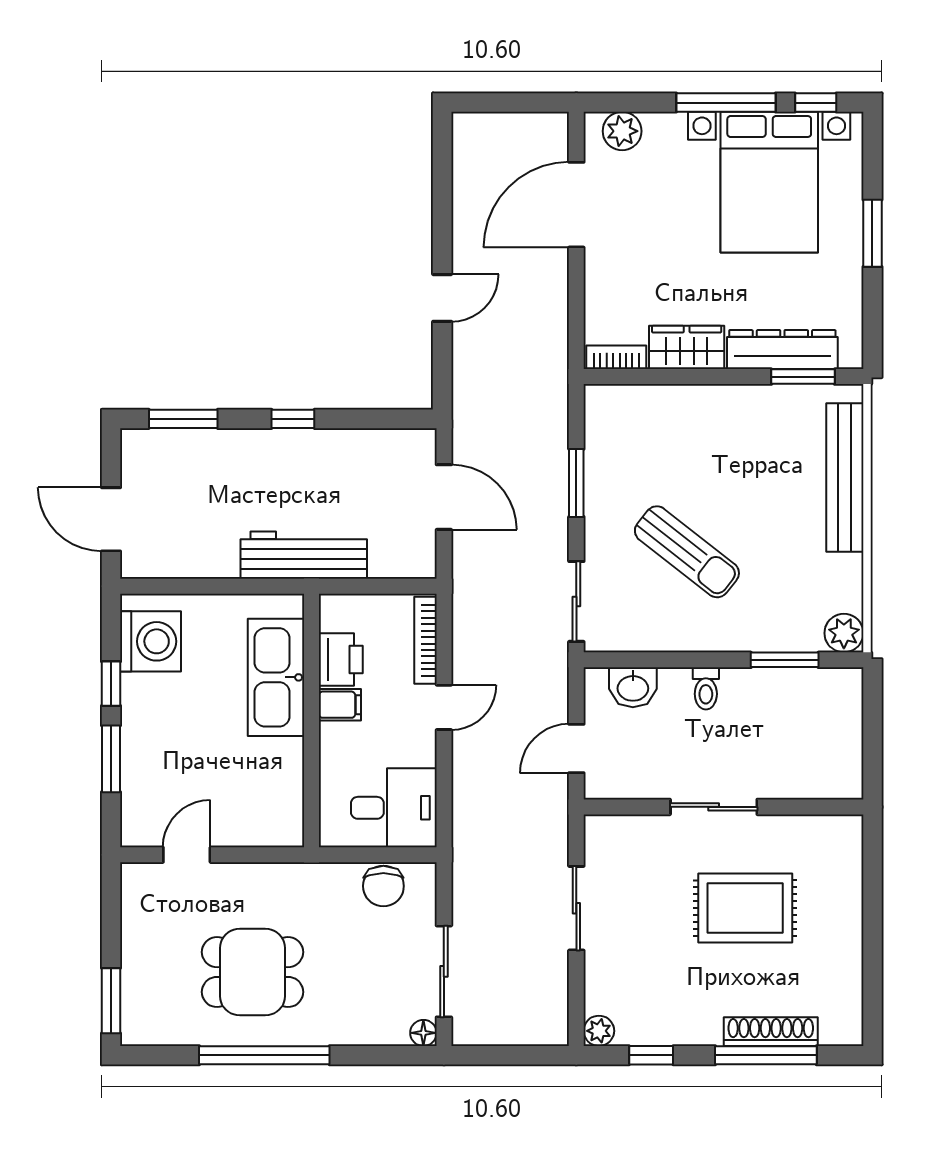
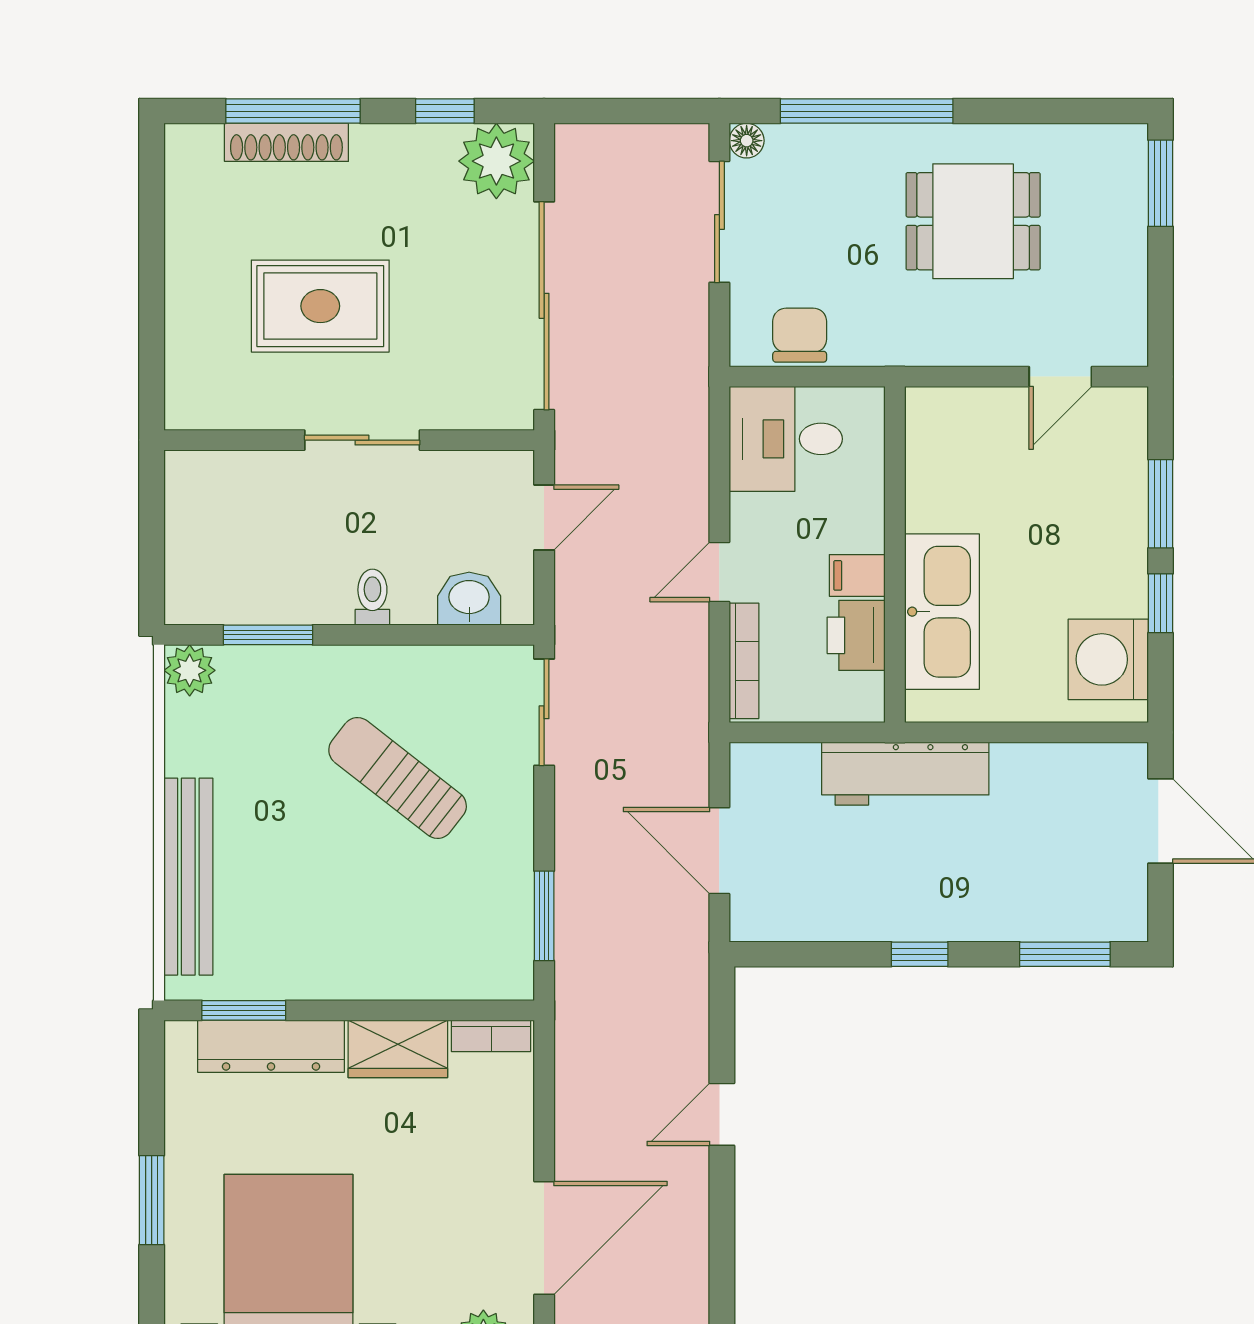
window: (576, 483) -> (544, 916), moved
sliding door: (576, 908) -> (544, 306), width x1.86
plant: (599, 1031) -> (496, 161), width x1.87, depth x1.87
window: (264, 1055) -> (867, 111), moved

